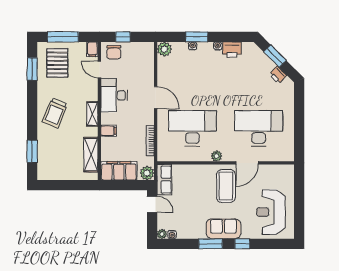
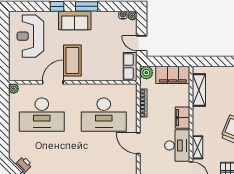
shelving: (92, 114) -> (198, 147), moved
filing cabinet: (109, 131) -> (182, 118), width x2.00
plant: (217, 156) -> (14, 89), moved
reception desk: (271, 212) -> (30, 36), turned 180

